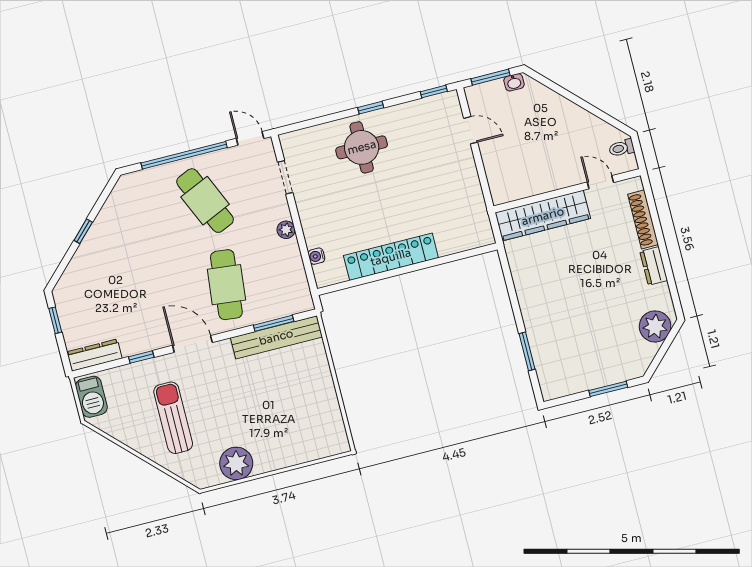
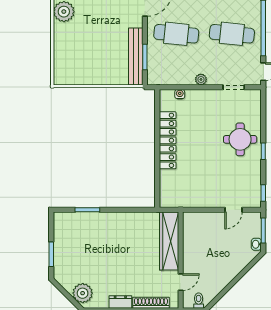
cafe table: (205, 201) -> (232, 34), turned 30

